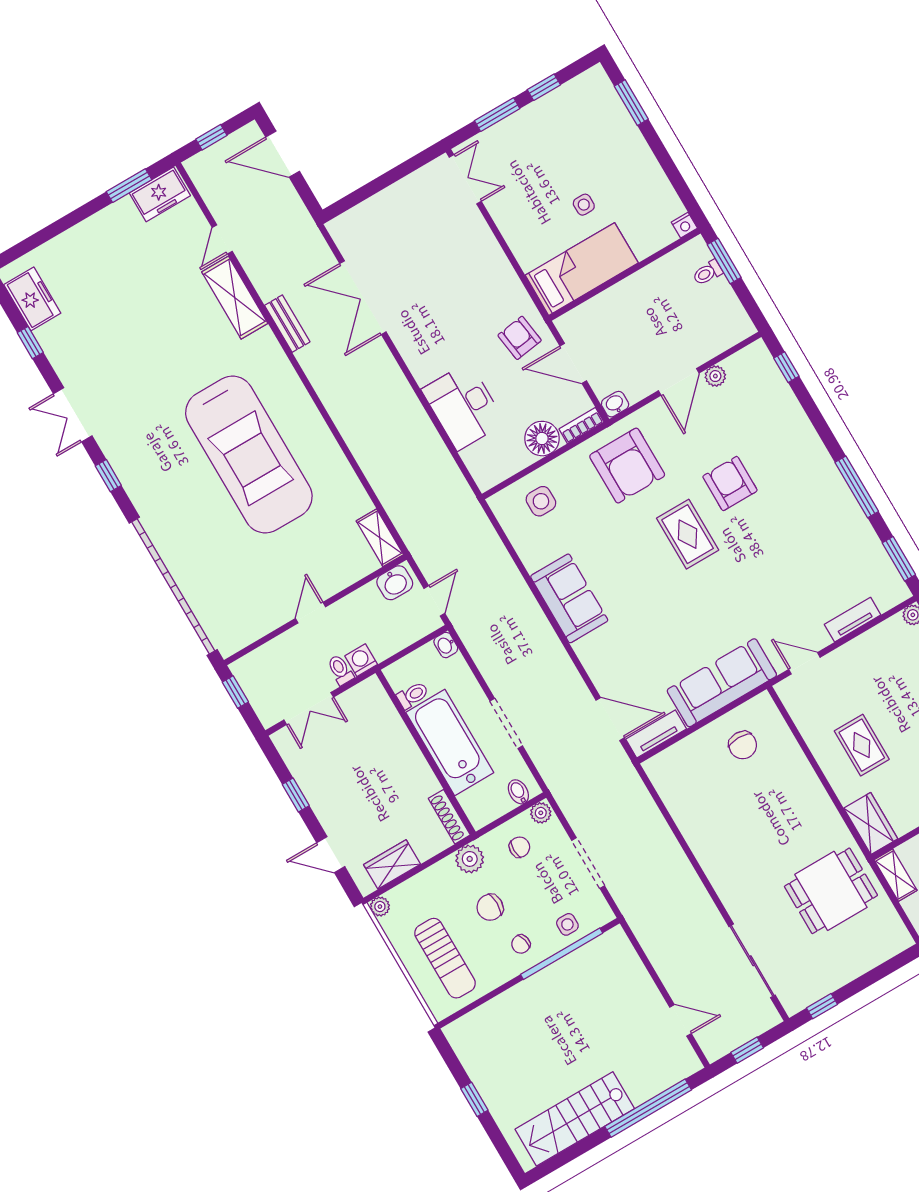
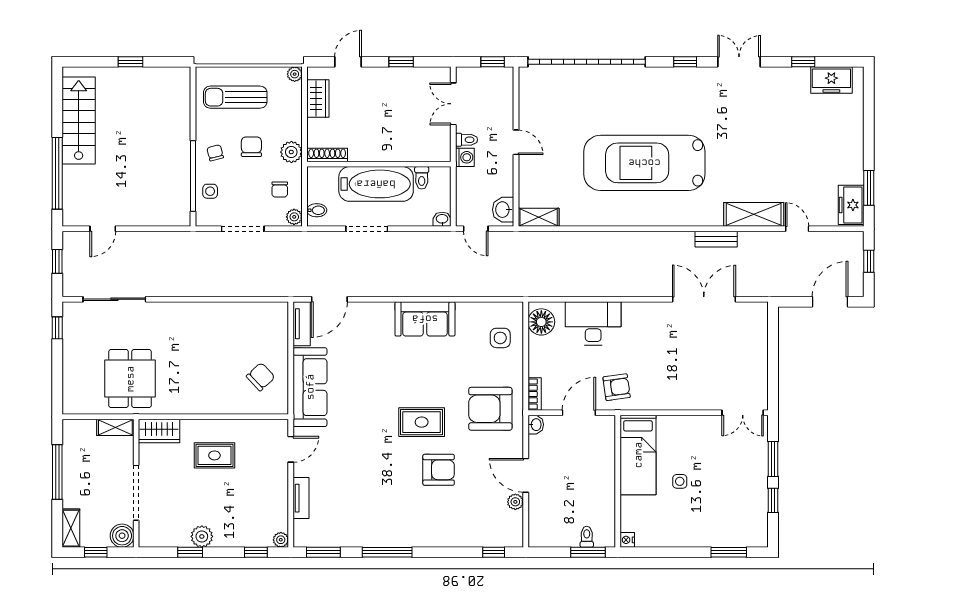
floor lamp: (542, 439) -> (541, 322), moved
chair: (743, 745) -> (261, 377), turned 137

